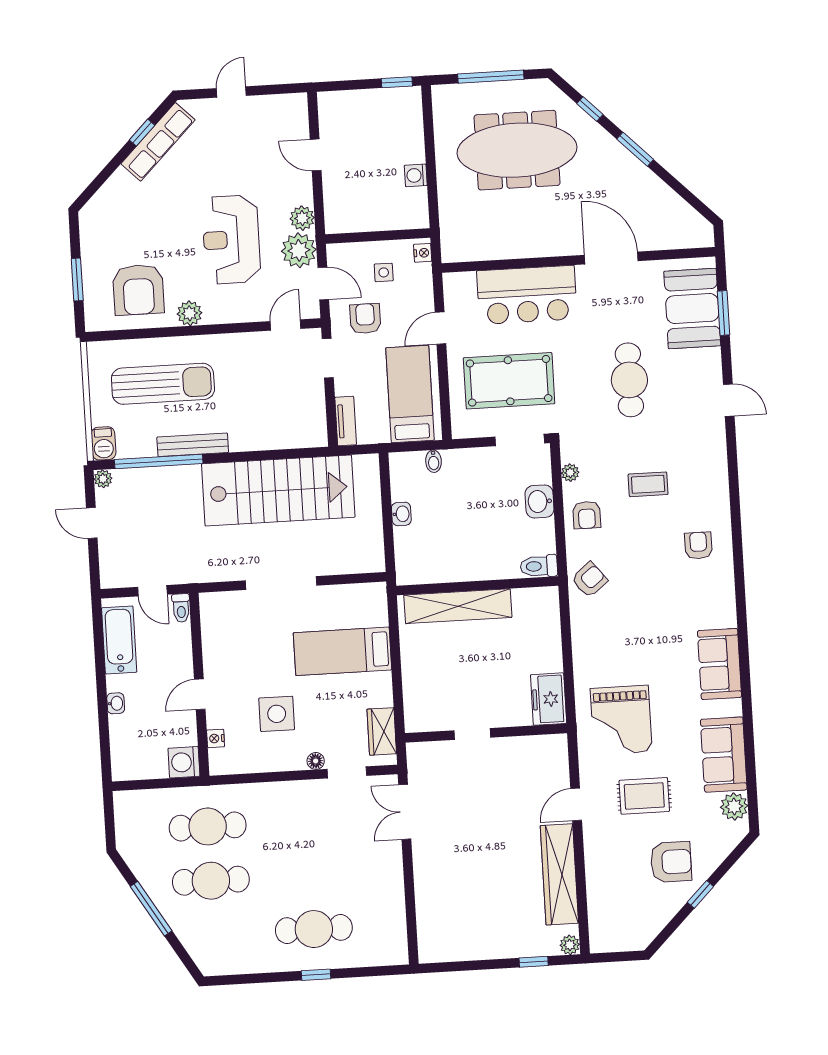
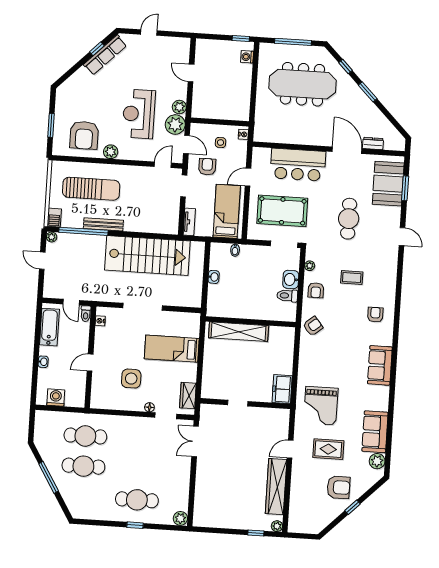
washing machine: (416, 175) -> (247, 57), moved
dresser: (656, 240) -> (373, 143), added
toilet: (539, 566) -> (287, 296), moved
sofa: (720, 664) -> (380, 365), moved
nightstand: (216, 738) -> (100, 321), moved
washing machine: (184, 762) -> (56, 398), moved, turned 90
plant: (396, 952) -> (180, 518), added

